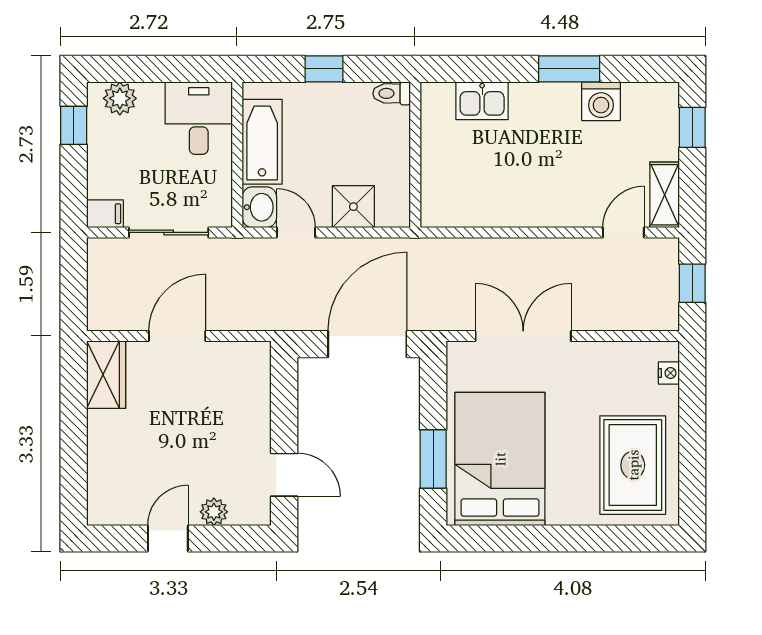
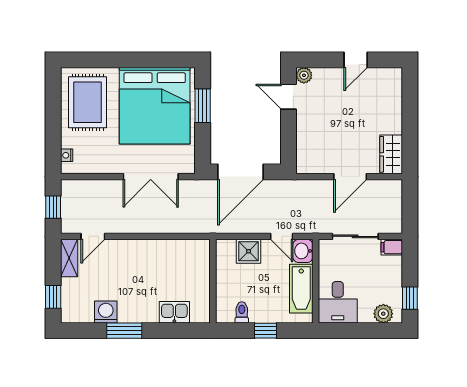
toilet: (392, 93) -> (242, 312), moved, turned -90
bed: (500, 459) -> (155, 106), width x1.36
plant: (214, 512) -> (304, 75), moved

